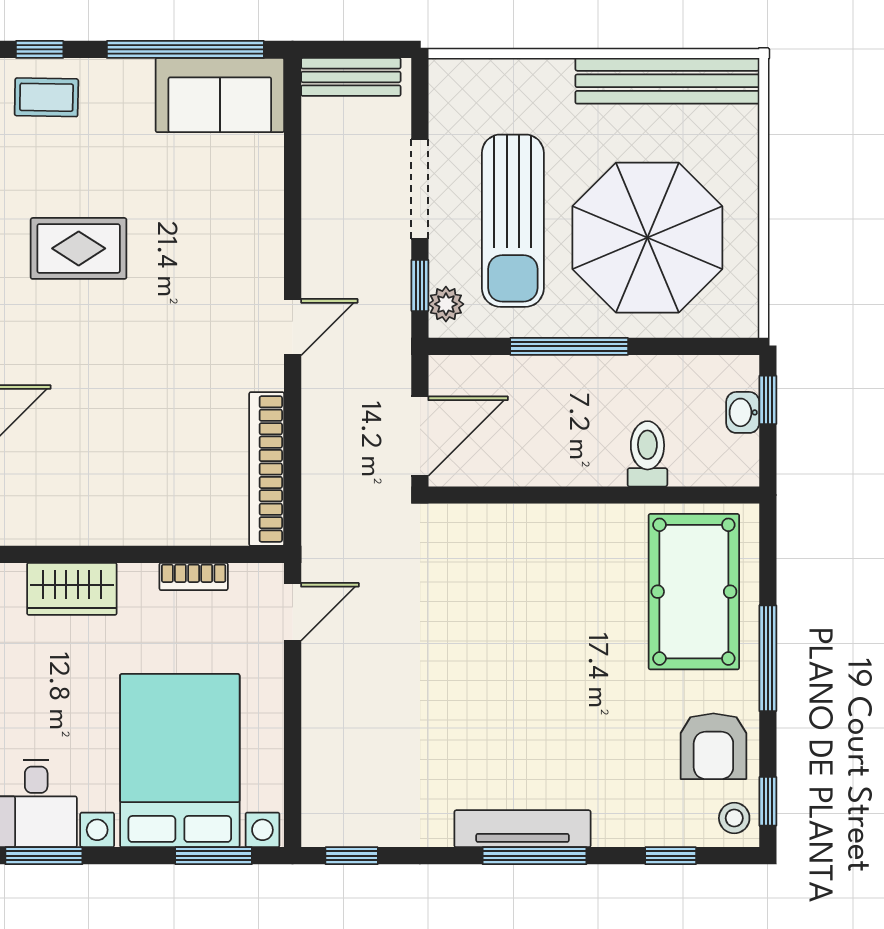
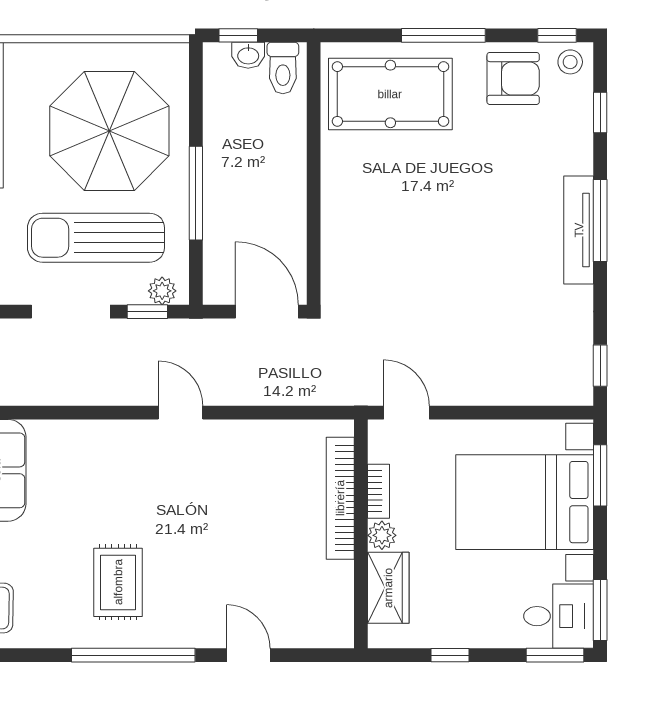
sun lounger: (513, 221) -> (96, 238), turned 180
toilet: (647, 454) -> (283, 68), moved, turned -90
bookcase: (267, 469) -> (340, 498), moved, turned 90
plant: (138, 581) -> (382, 535), added

